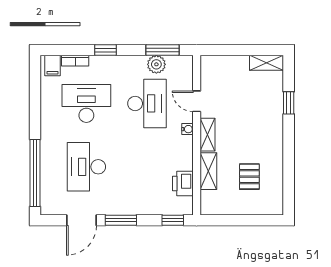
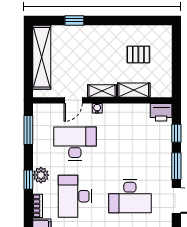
shelving: (267, 63) -> (42, 57), width x2.20, depth x1.33
plant: (156, 64) -> (41, 175), moved
printer: (183, 184) -> (161, 112), moved
window: (173, 220) -> (176, 133), moved

